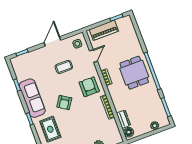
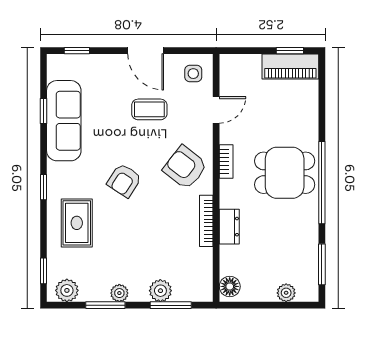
piano: (104, 30) -> (290, 66), moved
door: (52, 41) -> (146, 51), swing flipped
dining table: (134, 73) -> (285, 173), turned 90
armchair: (89, 87) -> (185, 167), turned -52
sofa: (32, 98) -> (64, 121), moved
dresser: (124, 119) -> (229, 227), moved

